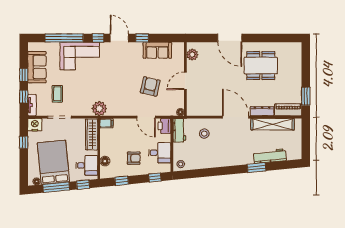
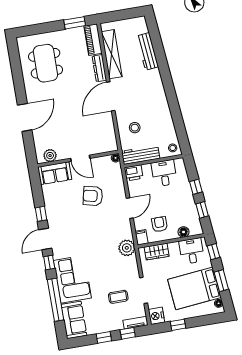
sofa: (157, 50) -> (55, 173), moved, turned 90
dining table: (261, 66) -> (45, 63), moved
sofa: (37, 67) -> (74, 320), moved, turned 90
door: (146, 117) -> (130, 208), moved
workbench: (179, 130) -> (141, 155), width x1.37
wardrobe: (92, 134) -> (157, 252), width x0.67
armchair: (134, 158) -> (160, 224), moved
window: (257, 168) -> (162, 64), removed
window: (155, 178) -> (196, 187), moved
window: (56, 187) -> (221, 281), width x0.69

